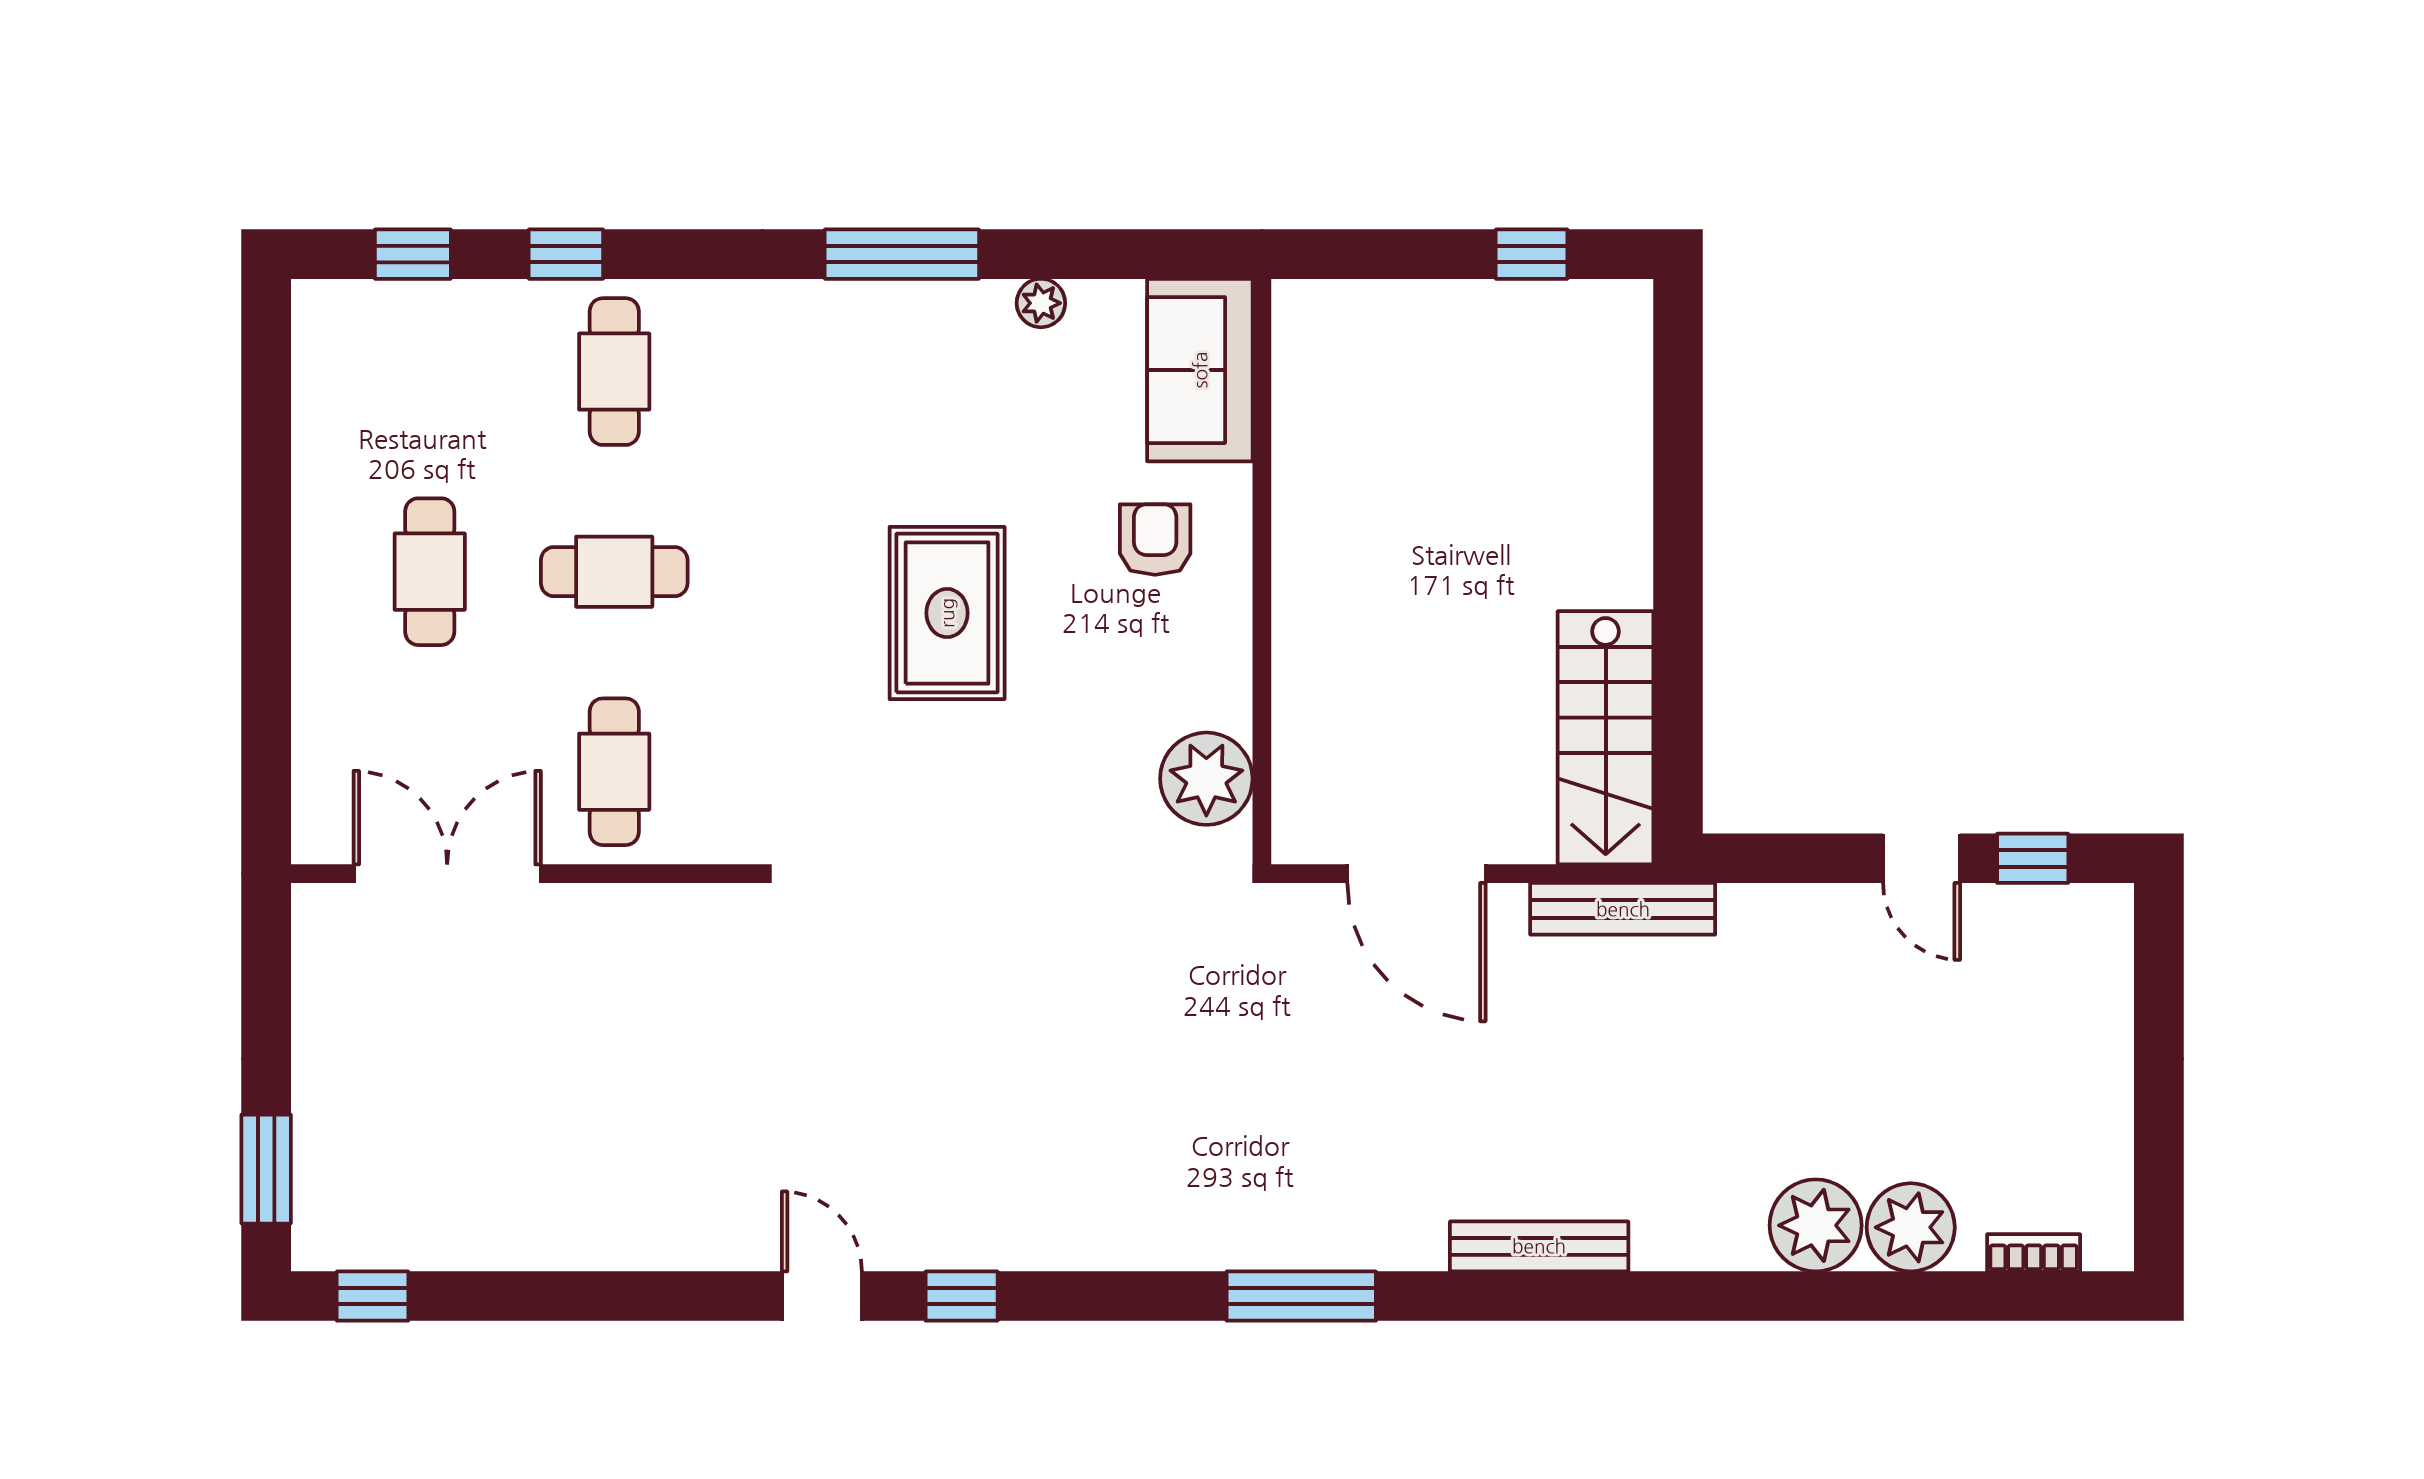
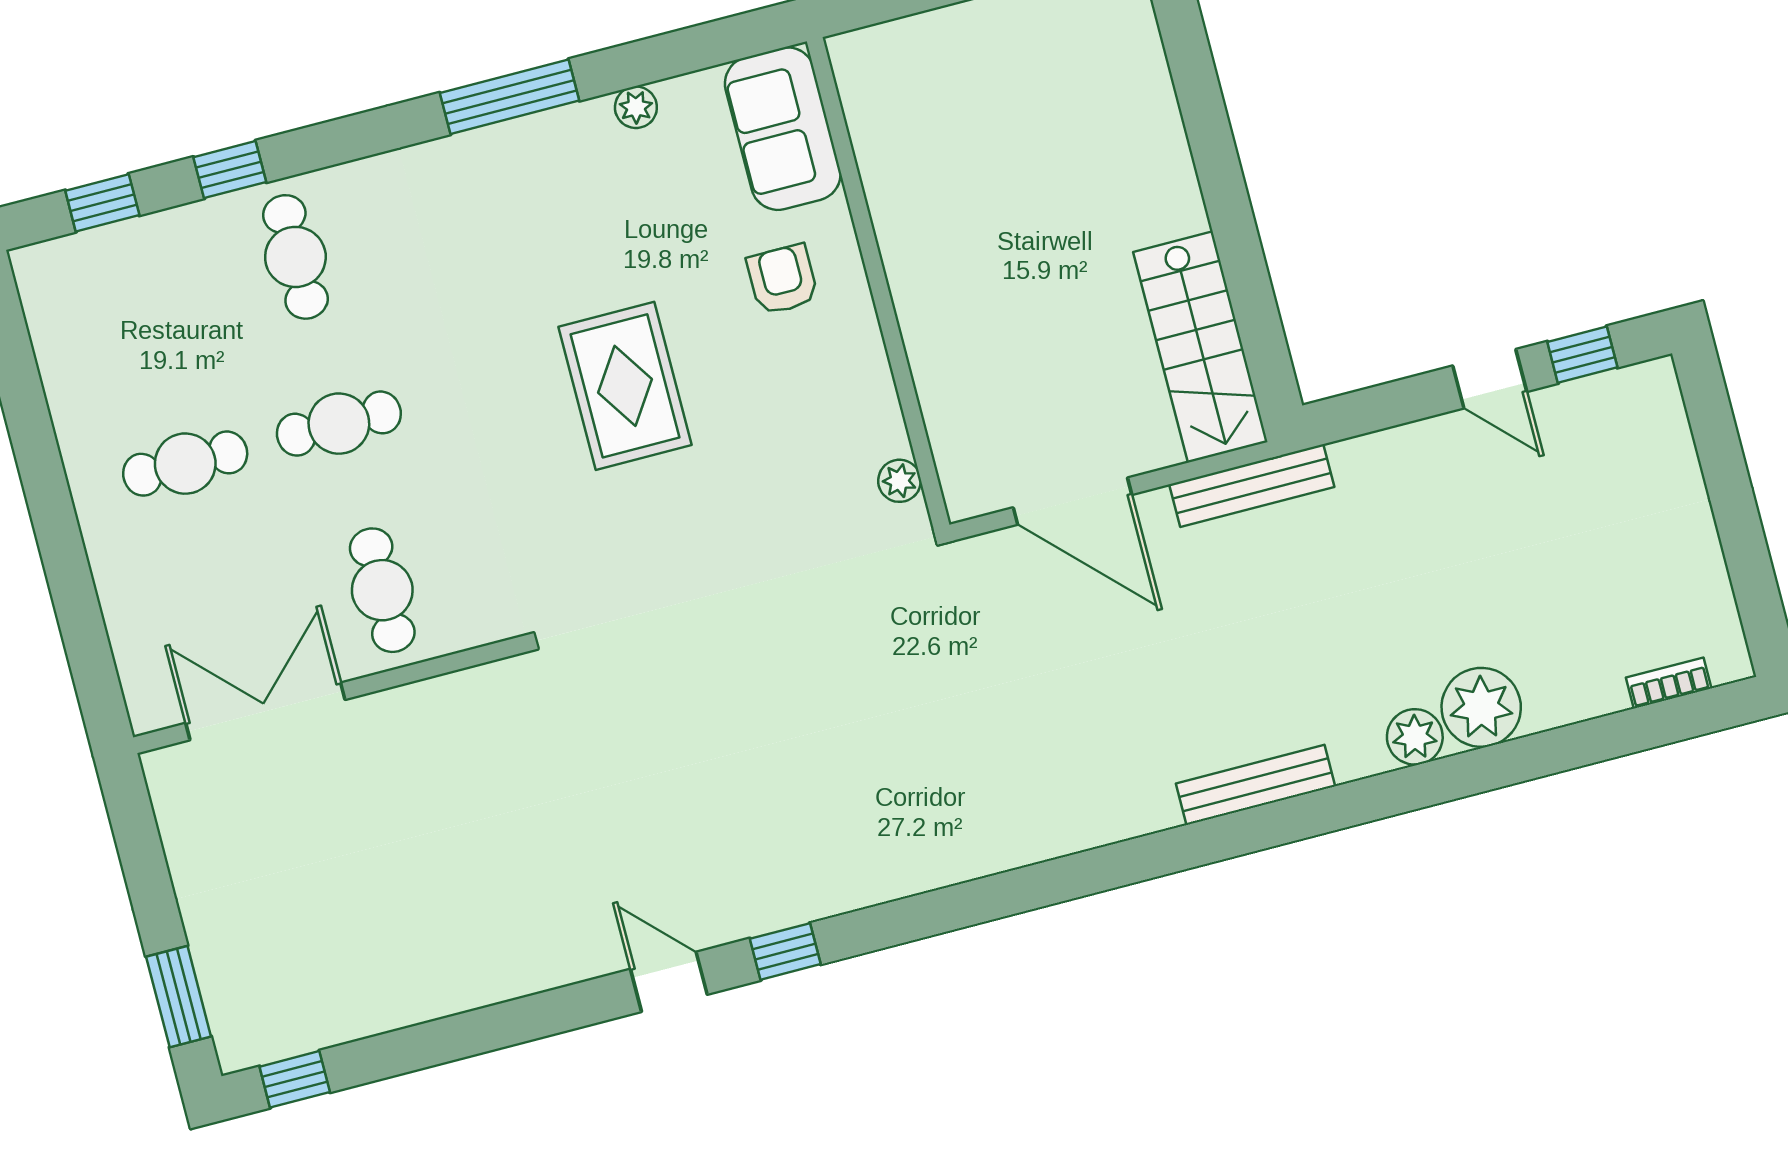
cafe table: (430, 572) -> (185, 464), turned 90
plant: (1206, 779) -> (900, 481), width x0.53, depth x0.53
plant: (1911, 1227) -> (1415, 737), moved, width x0.73, depth x0.73
window: (1301, 1296) -> (1068, 878), removed

